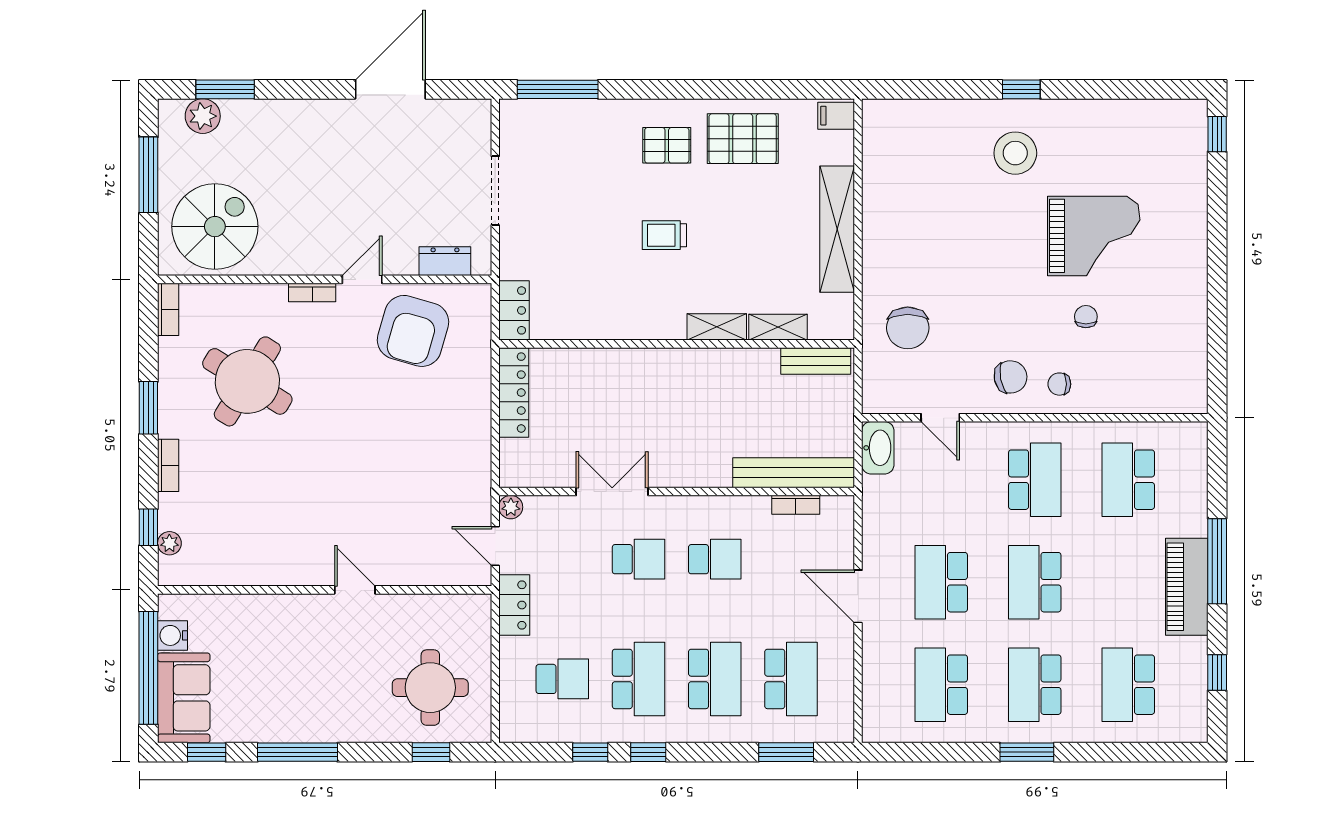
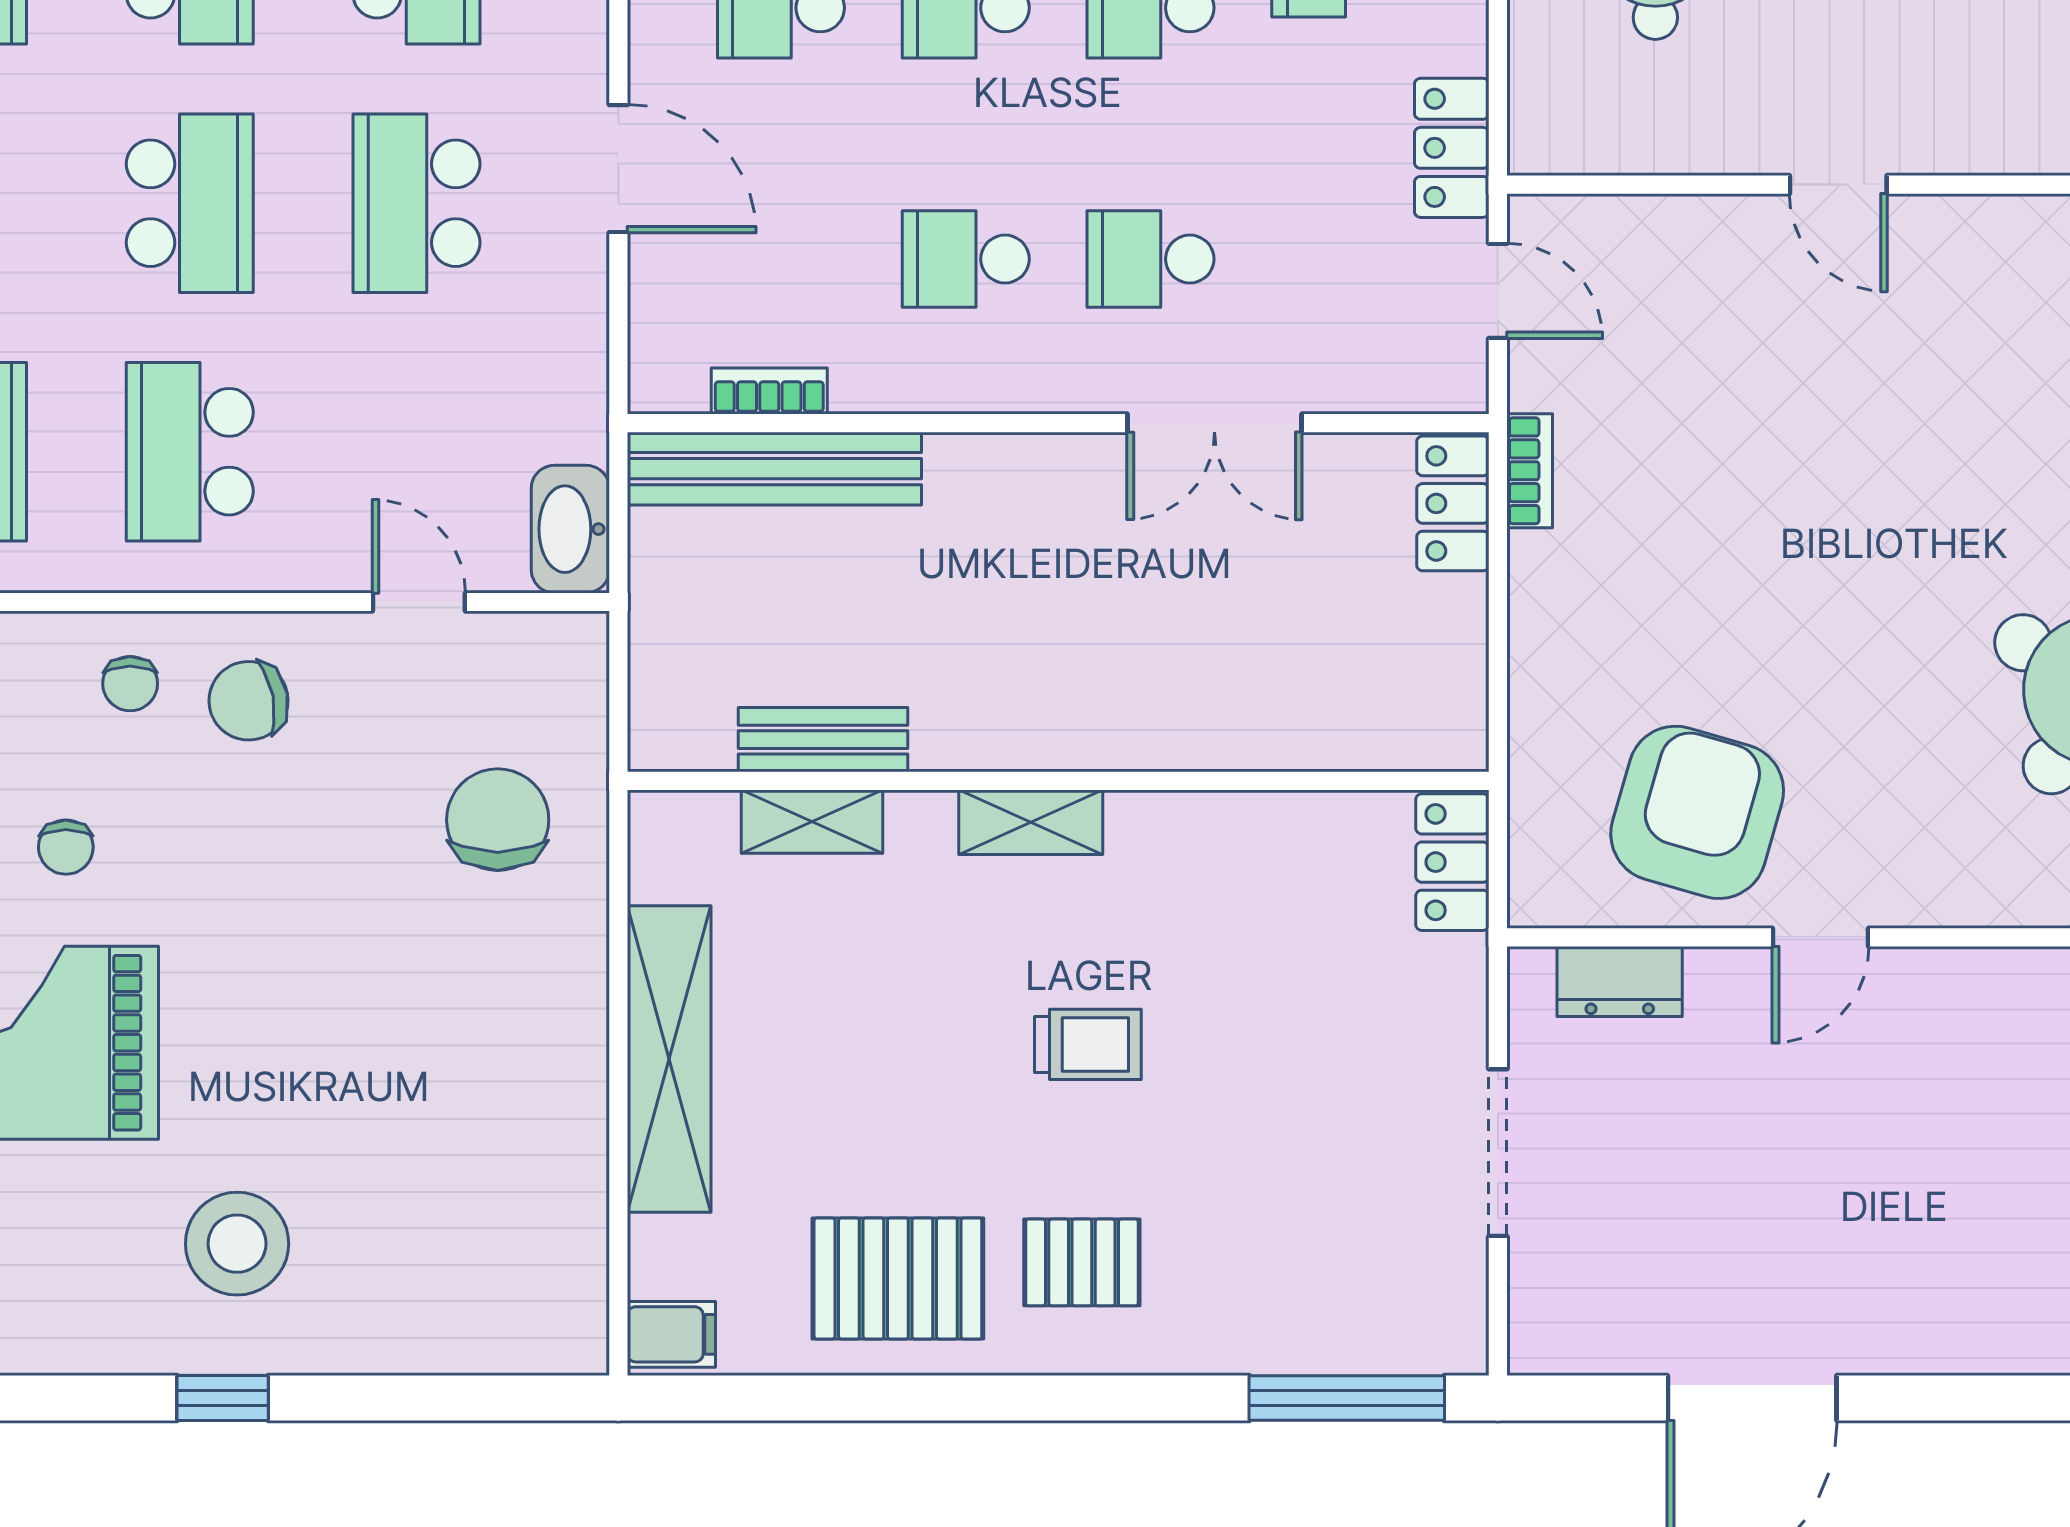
bookcase: (312, 292) -> (1530, 471), moved, turned 90
shelving: (717, 327) -> (1031, 822), moved
bench: (816, 361) -> (823, 740), moved
chair: (1059, 384) -> (130, 684), turned 90
locker: (514, 393) -> (1453, 503), moved, width x0.66
plant: (511, 507) -> (1460, 385), removed
school desk: (941, 582) -> (416, 203), turned 180

